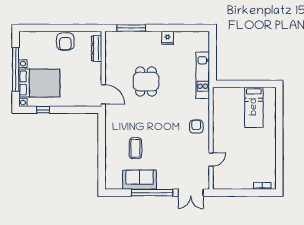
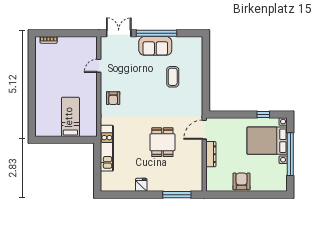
dresser: (97, 48) -> (211, 154), moved
door: (103, 94) -> (204, 130), hinge flipped
bed: (254, 107) -> (70, 117), moved
sofa: (140, 180) -> (155, 46), moved

